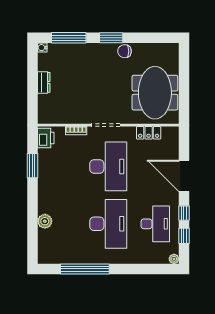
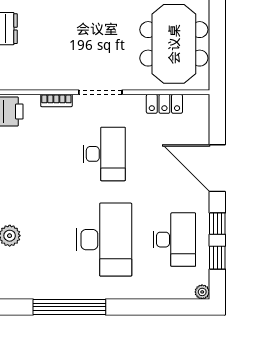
desk: (108, 166) -> (104, 154), width x0.73, depth x0.77

